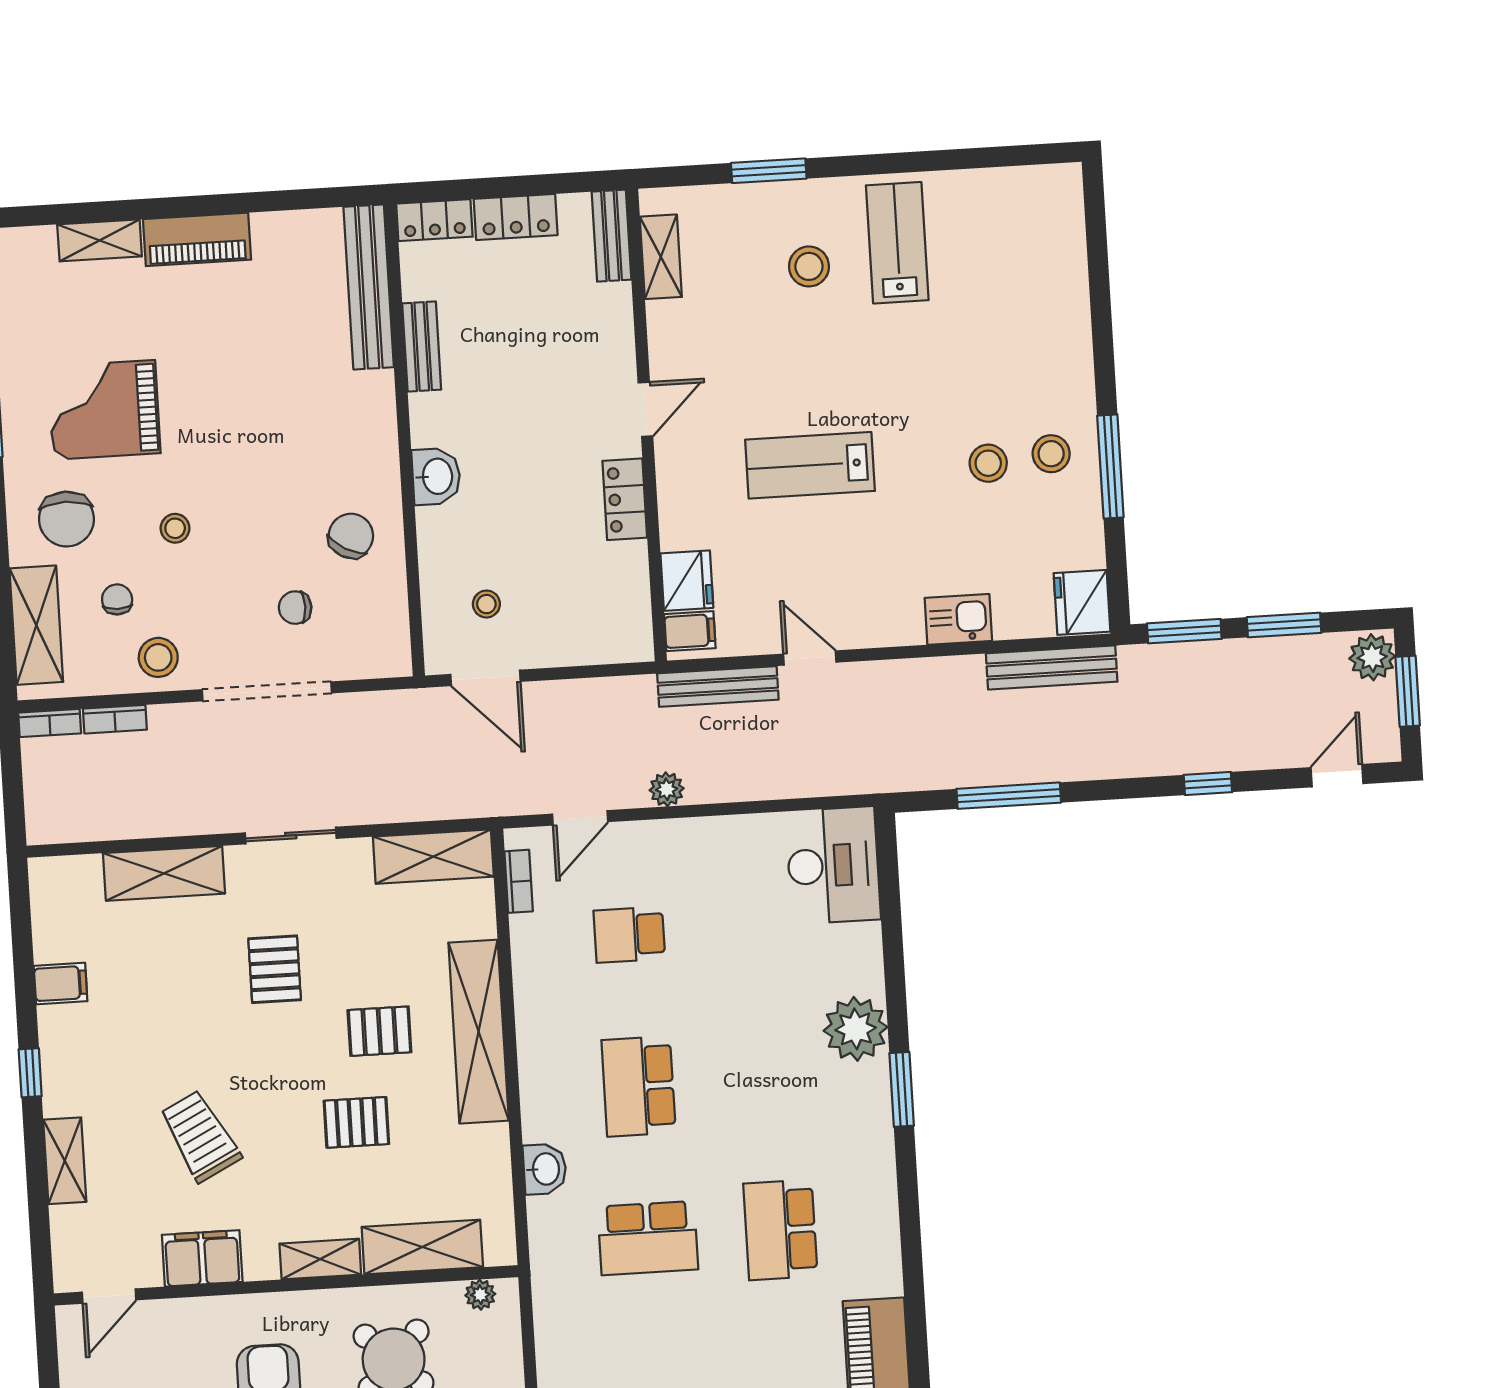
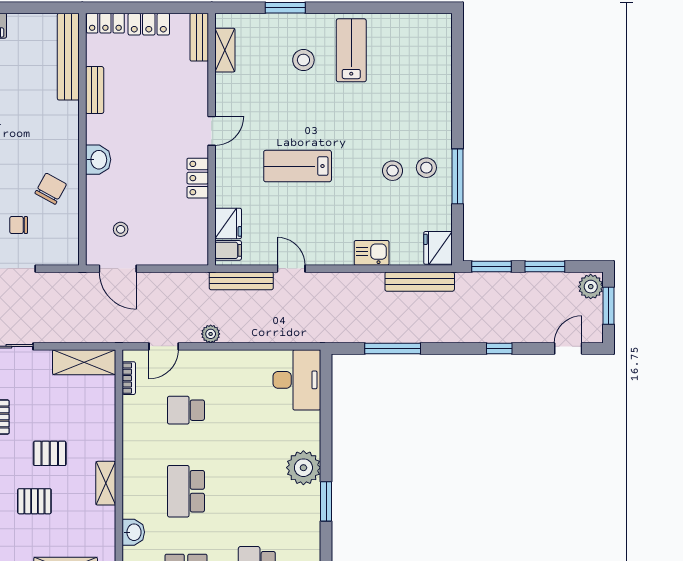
shelving: (479, 1032) -> (106, 483), width x0.45, depth x0.75

